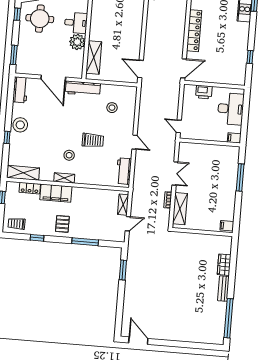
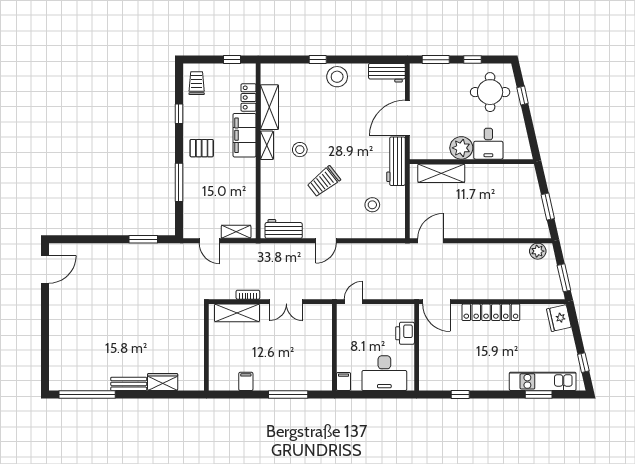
window: (17, 14) -> (473, 60), moved
trolley: (93, 140) -> (324, 181), turned 52
shelving: (23, 173) -> (269, 107), moved
filing cabinet: (227, 226) -> (246, 381), moved

